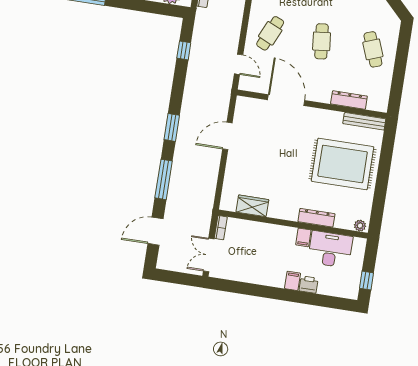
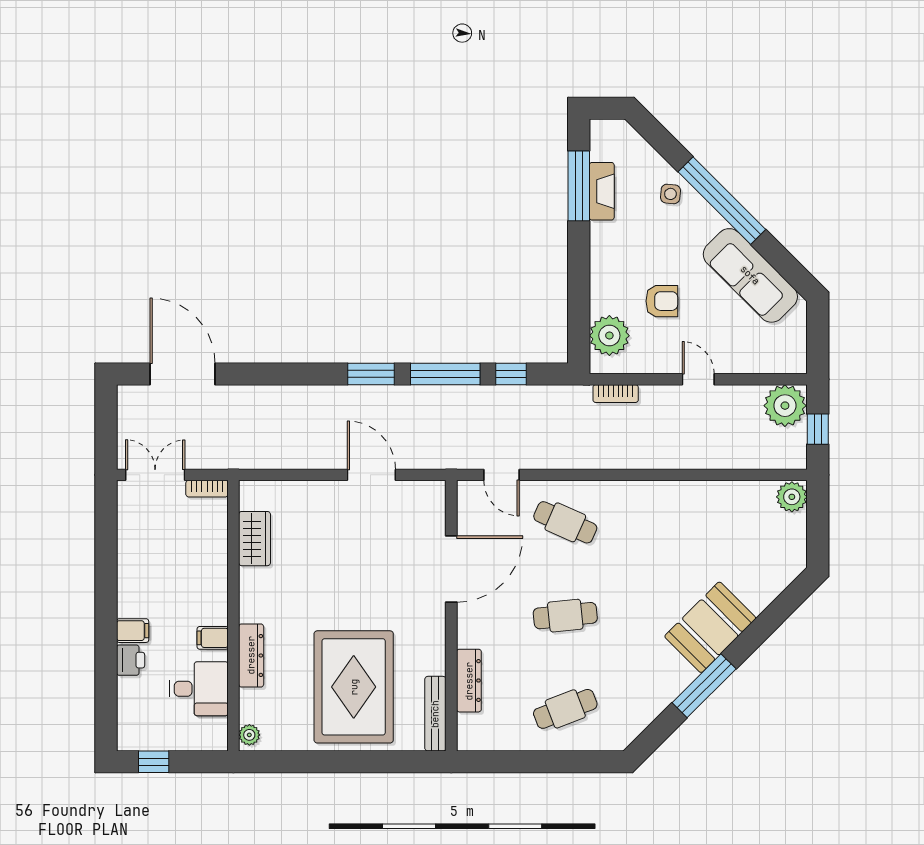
door: (239, 64) -> (502, 475), hinge flipped
window: (164, 179) -> (445, 374), moved
door: (155, 231) -> (183, 374), width x1.36
desk: (330, 249) -> (199, 689), width x0.73

